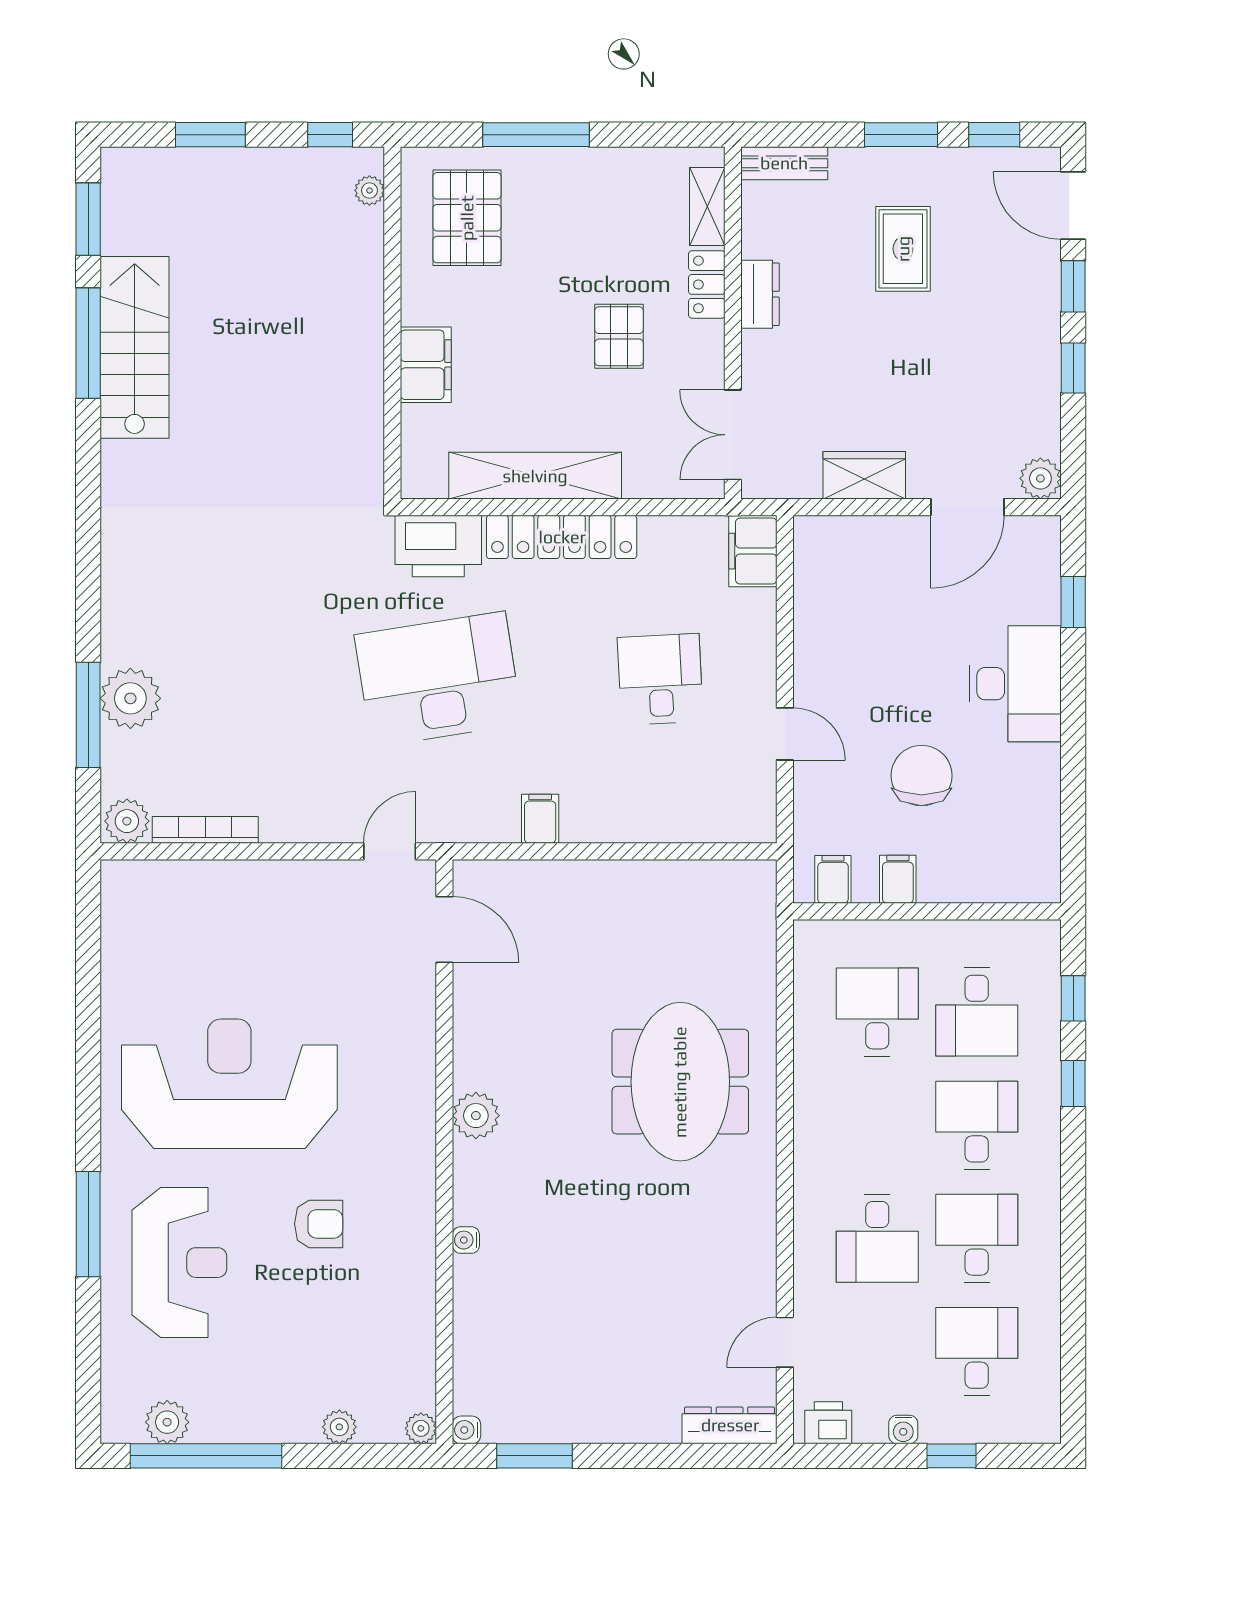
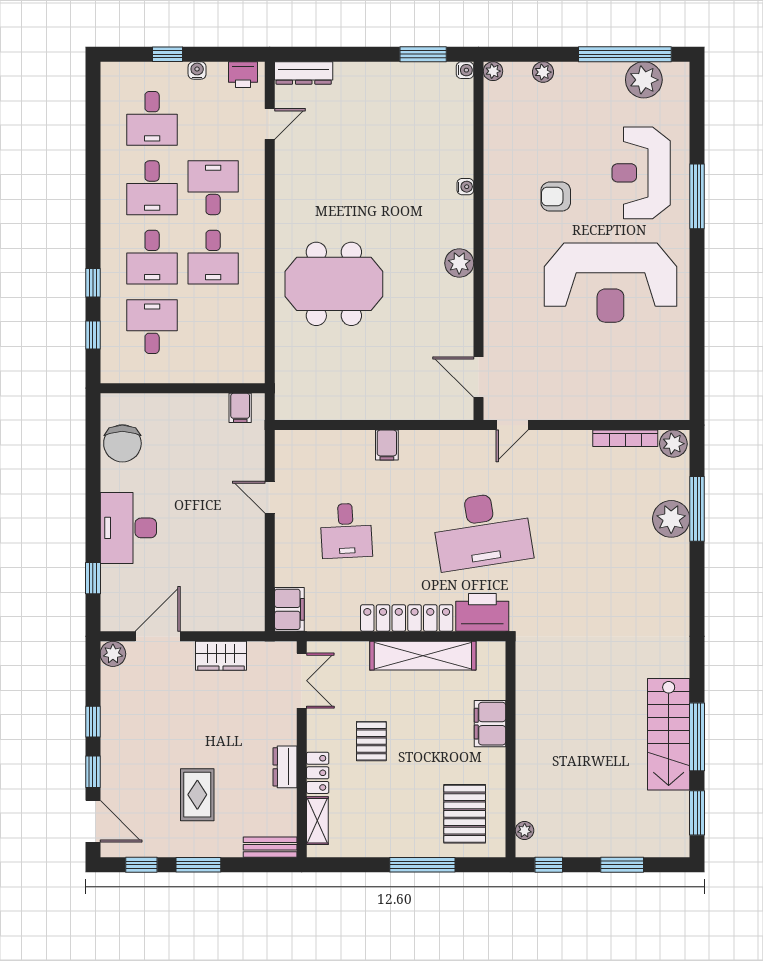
chair: (922, 776) -> (122, 443), moved
filing cabinet: (540, 819) -> (387, 445), moved
filing cabinet: (898, 879) -> (200, 408), removed
desk: (877, 1012) -> (213, 257), moved
meeting table: (680, 1082) -> (334, 284), turned 90
plant: (167, 1422) -> (644, 80), width x1.36, depth x1.36

